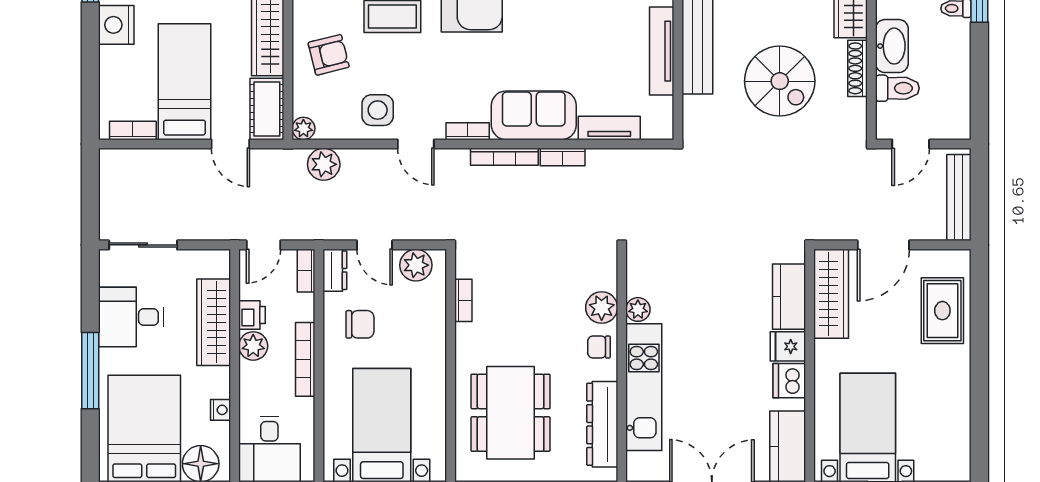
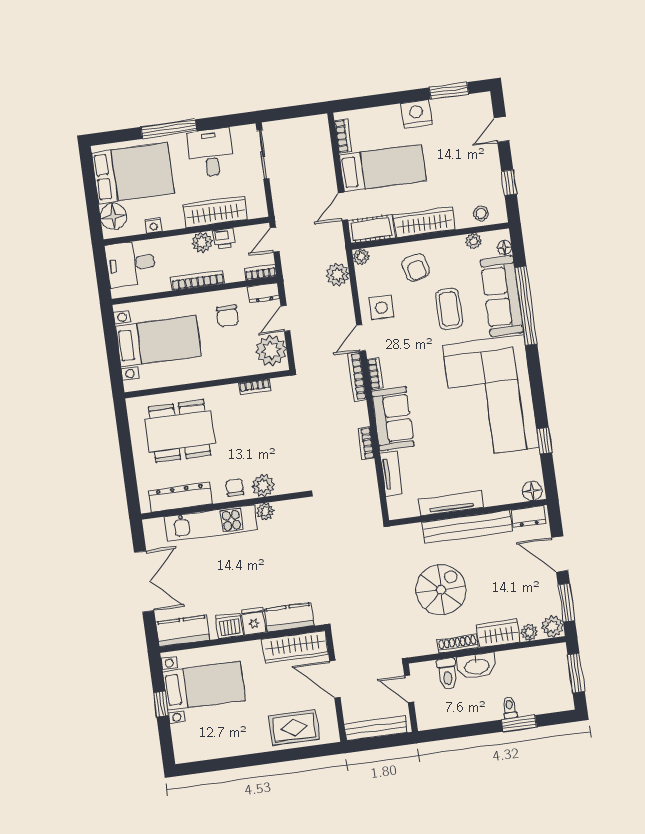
spiral stairs: (780, 81) -> (441, 590), turned 180
bookcase: (504, 157) -> (357, 377), moved
door: (263, 245) -> (275, 240), hinge flipped
plant: (416, 265) -> (271, 350), width x1.36, depth x1.36

